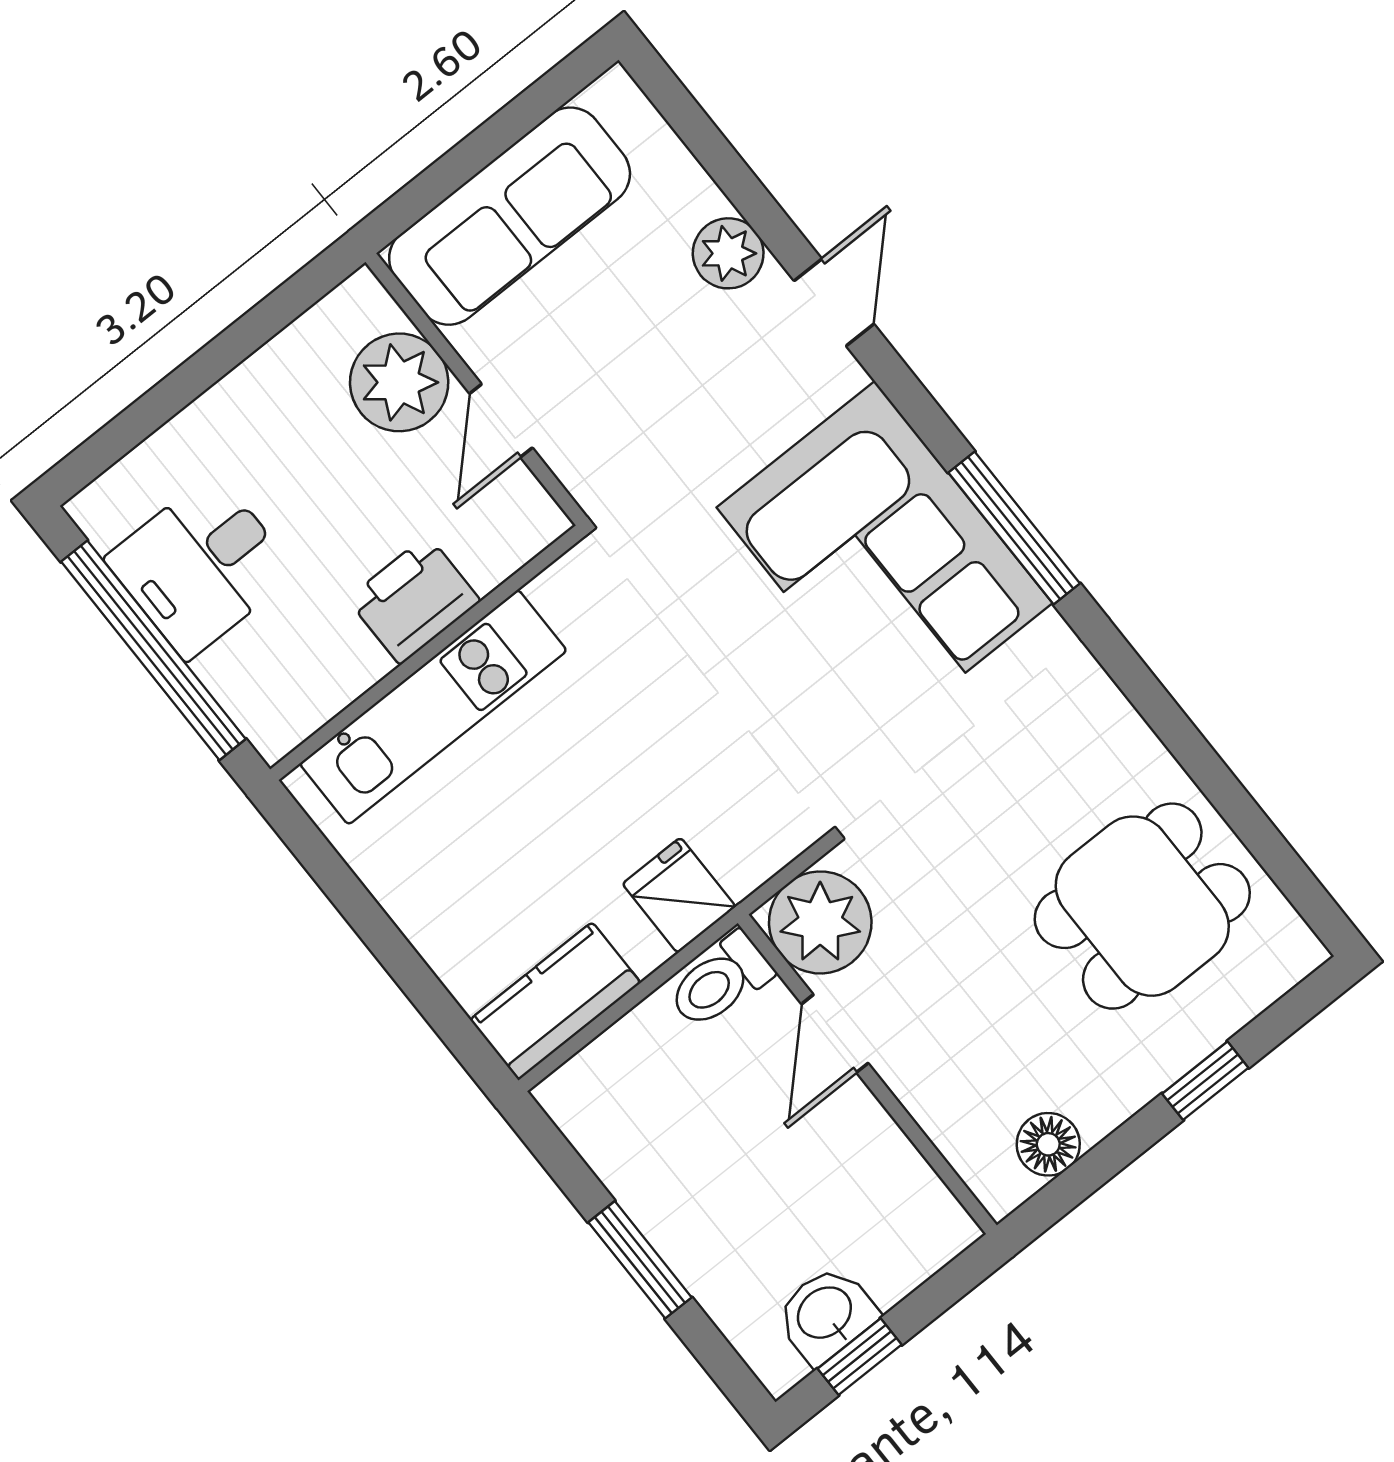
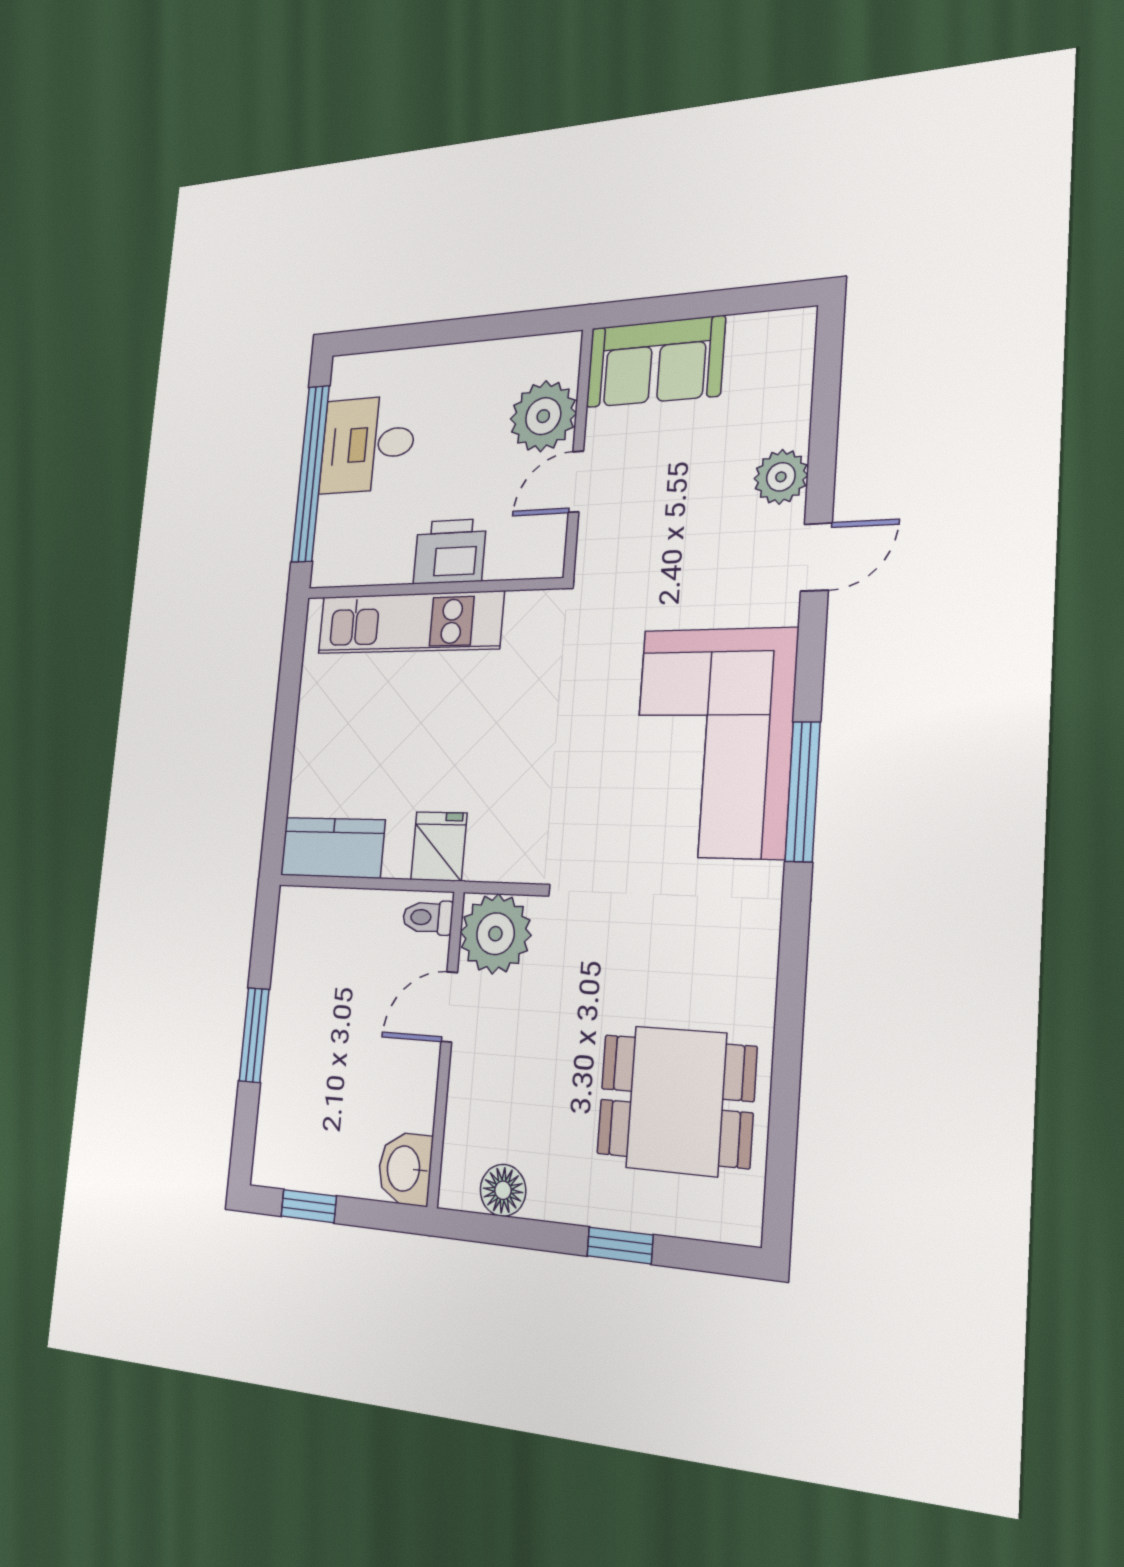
sofa: (510, 216) -> (655, 362), width x0.73
toilet: (720, 981) -> (428, 917), width x0.73, depth x0.72
washbasin: (826, 1314) -> (405, 1169), moved, turned -90

